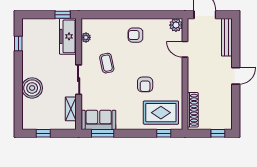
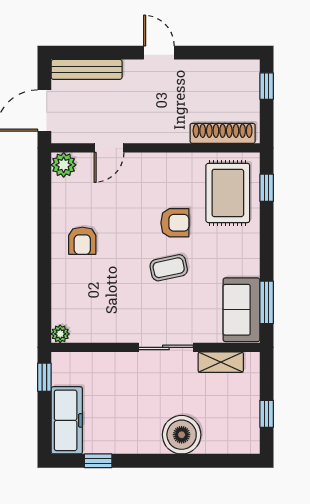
freezer: (68, 36) -> (67, 420), moved, turned -90
plant: (86, 37) -> (60, 334), moved
coffee table: (107, 63) -> (169, 268), moved

